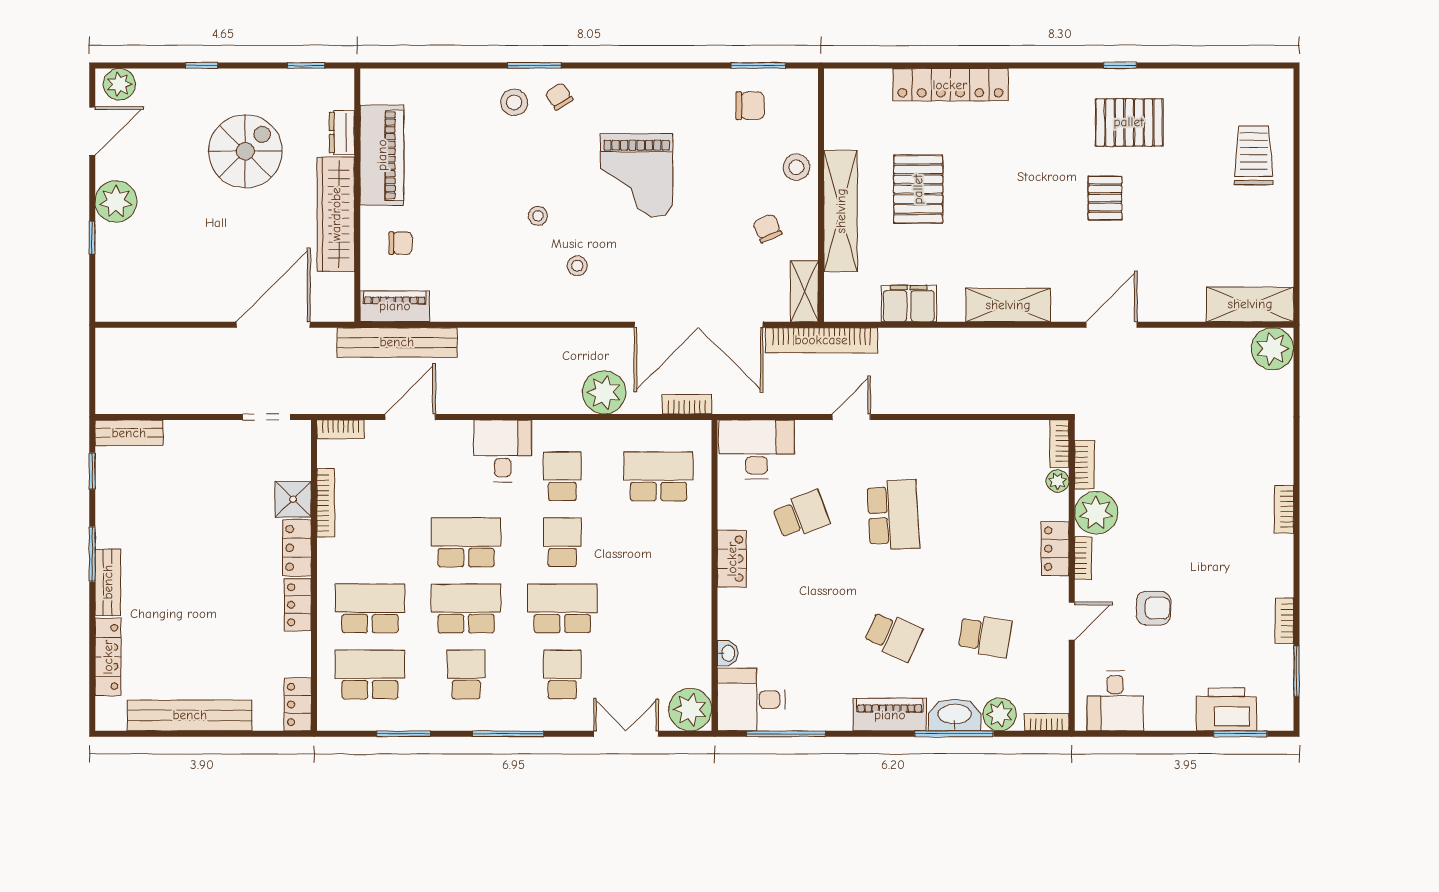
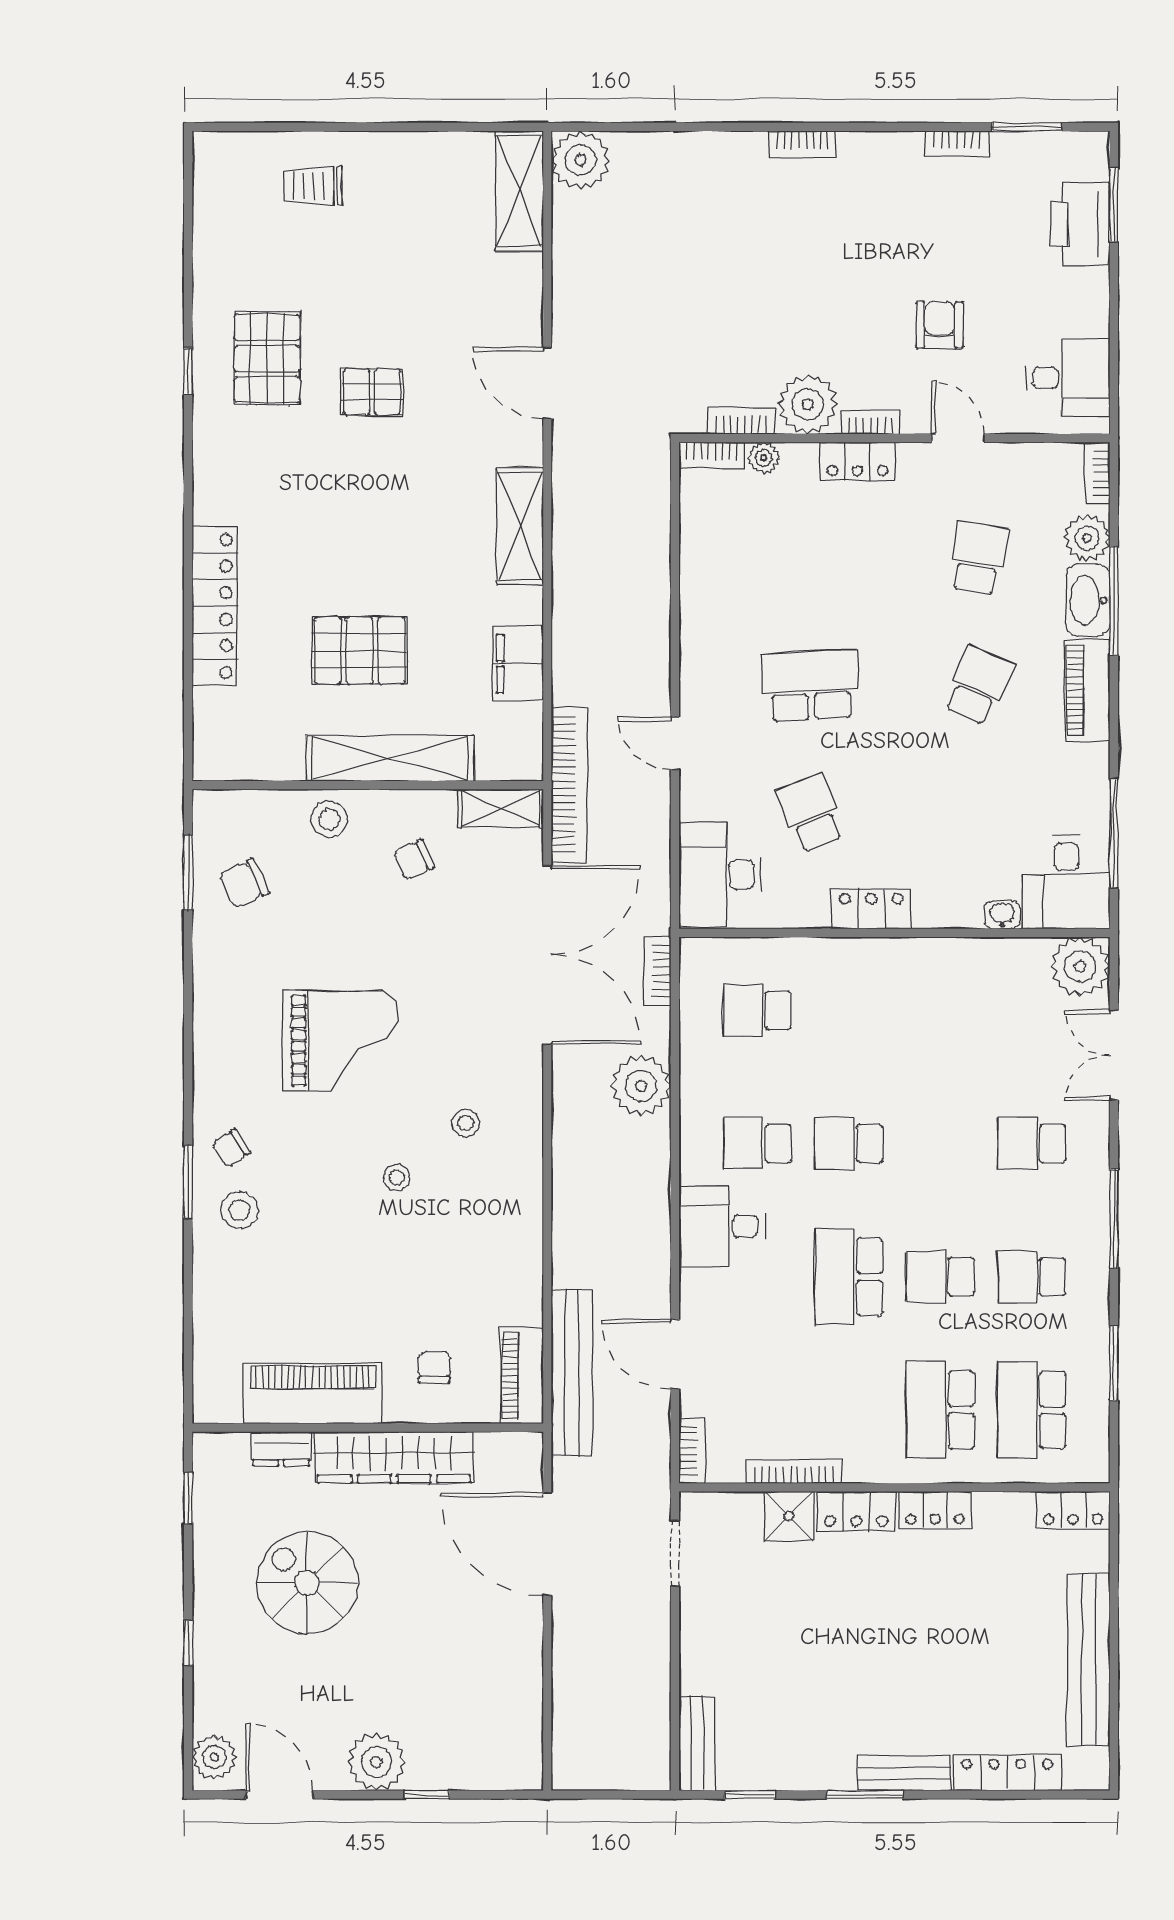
chair: (750, 106) -> (244, 884), turned -115
trolley: (1254, 155) -> (313, 186), width x0.73, depth x0.72
school desk: (658, 476) -> (757, 1010), width x0.54
school desk: (466, 608) -> (940, 1277), width x0.54
school desk: (562, 608) -> (940, 1144), removed

